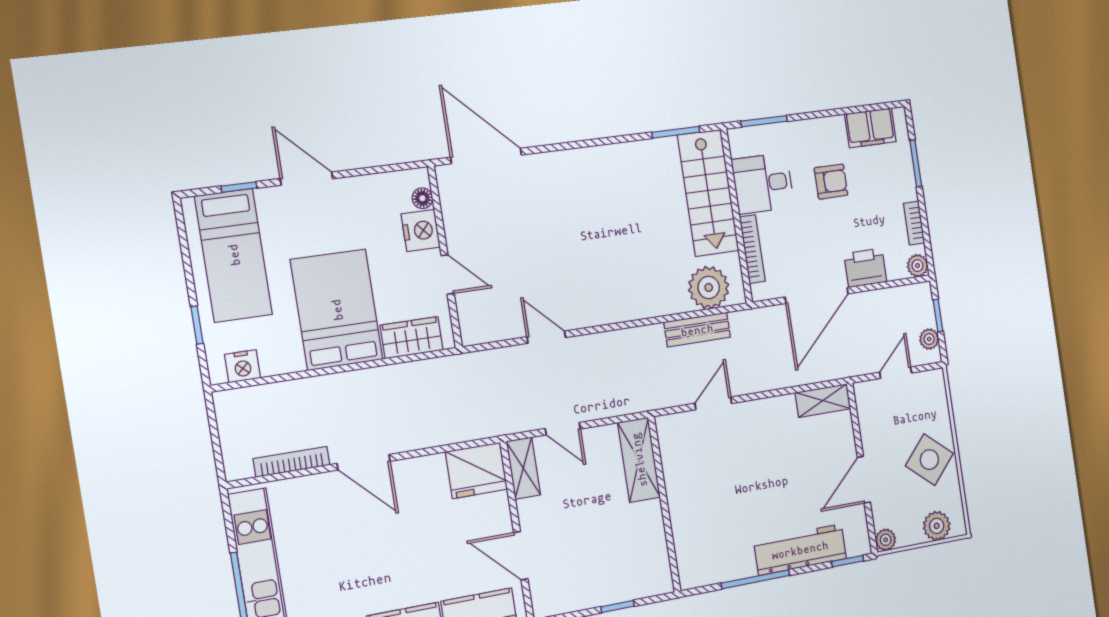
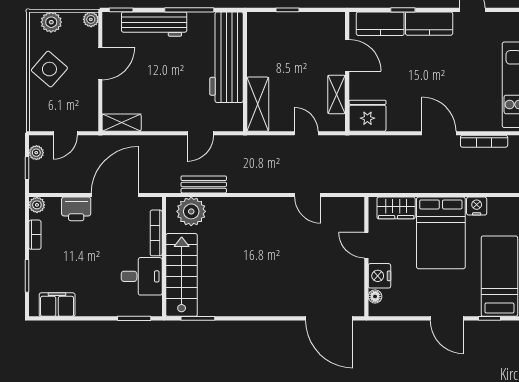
armchair: (831, 182) -> (92, 271), removed
nightstand: (243, 366) -> (477, 206), moved
shelving: (523, 468) -> (336, 94), moved
workbench: (694, 521) -> (226, 57), added

